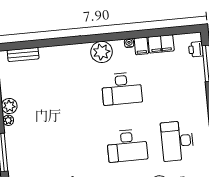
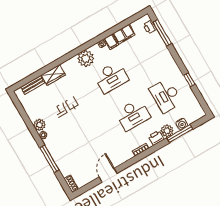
wardrobe: (54, 54) -> (53, 75), added

